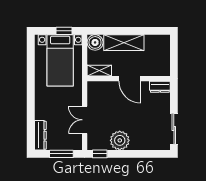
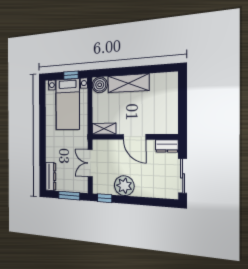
shelving: (99, 71) -> (104, 129), moved
wall: (129, 79) -> (133, 137), moved
door: (130, 79) -> (134, 137), moved
dresser: (160, 87) -> (167, 146), moved

